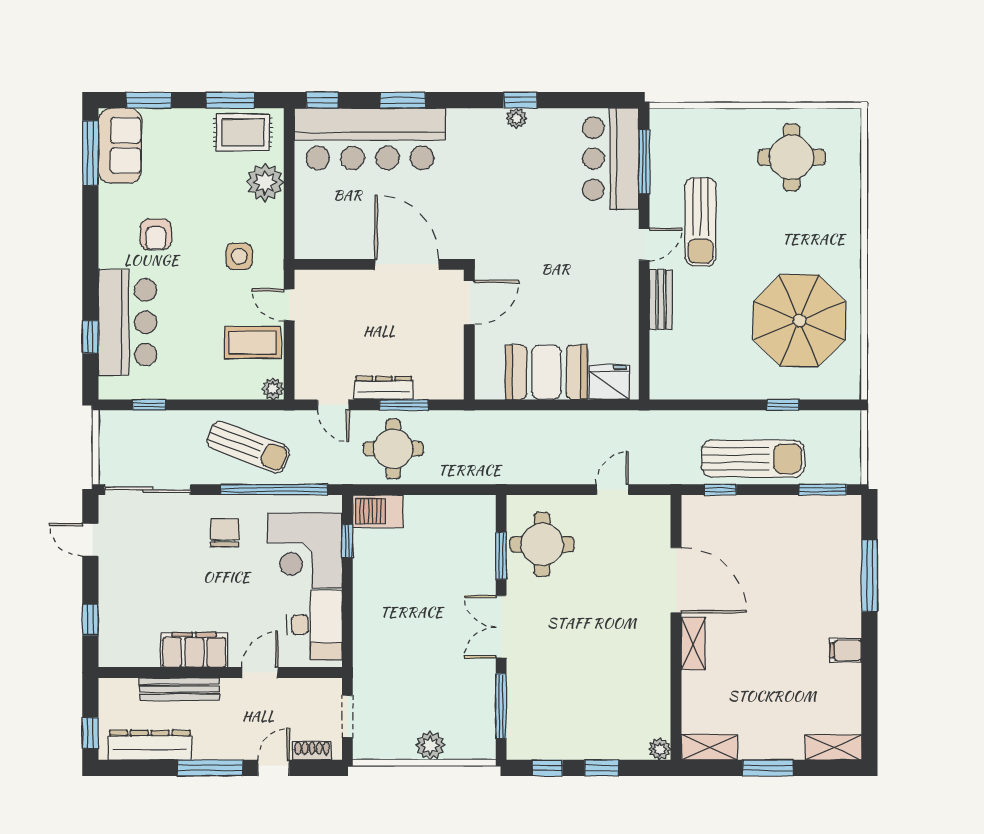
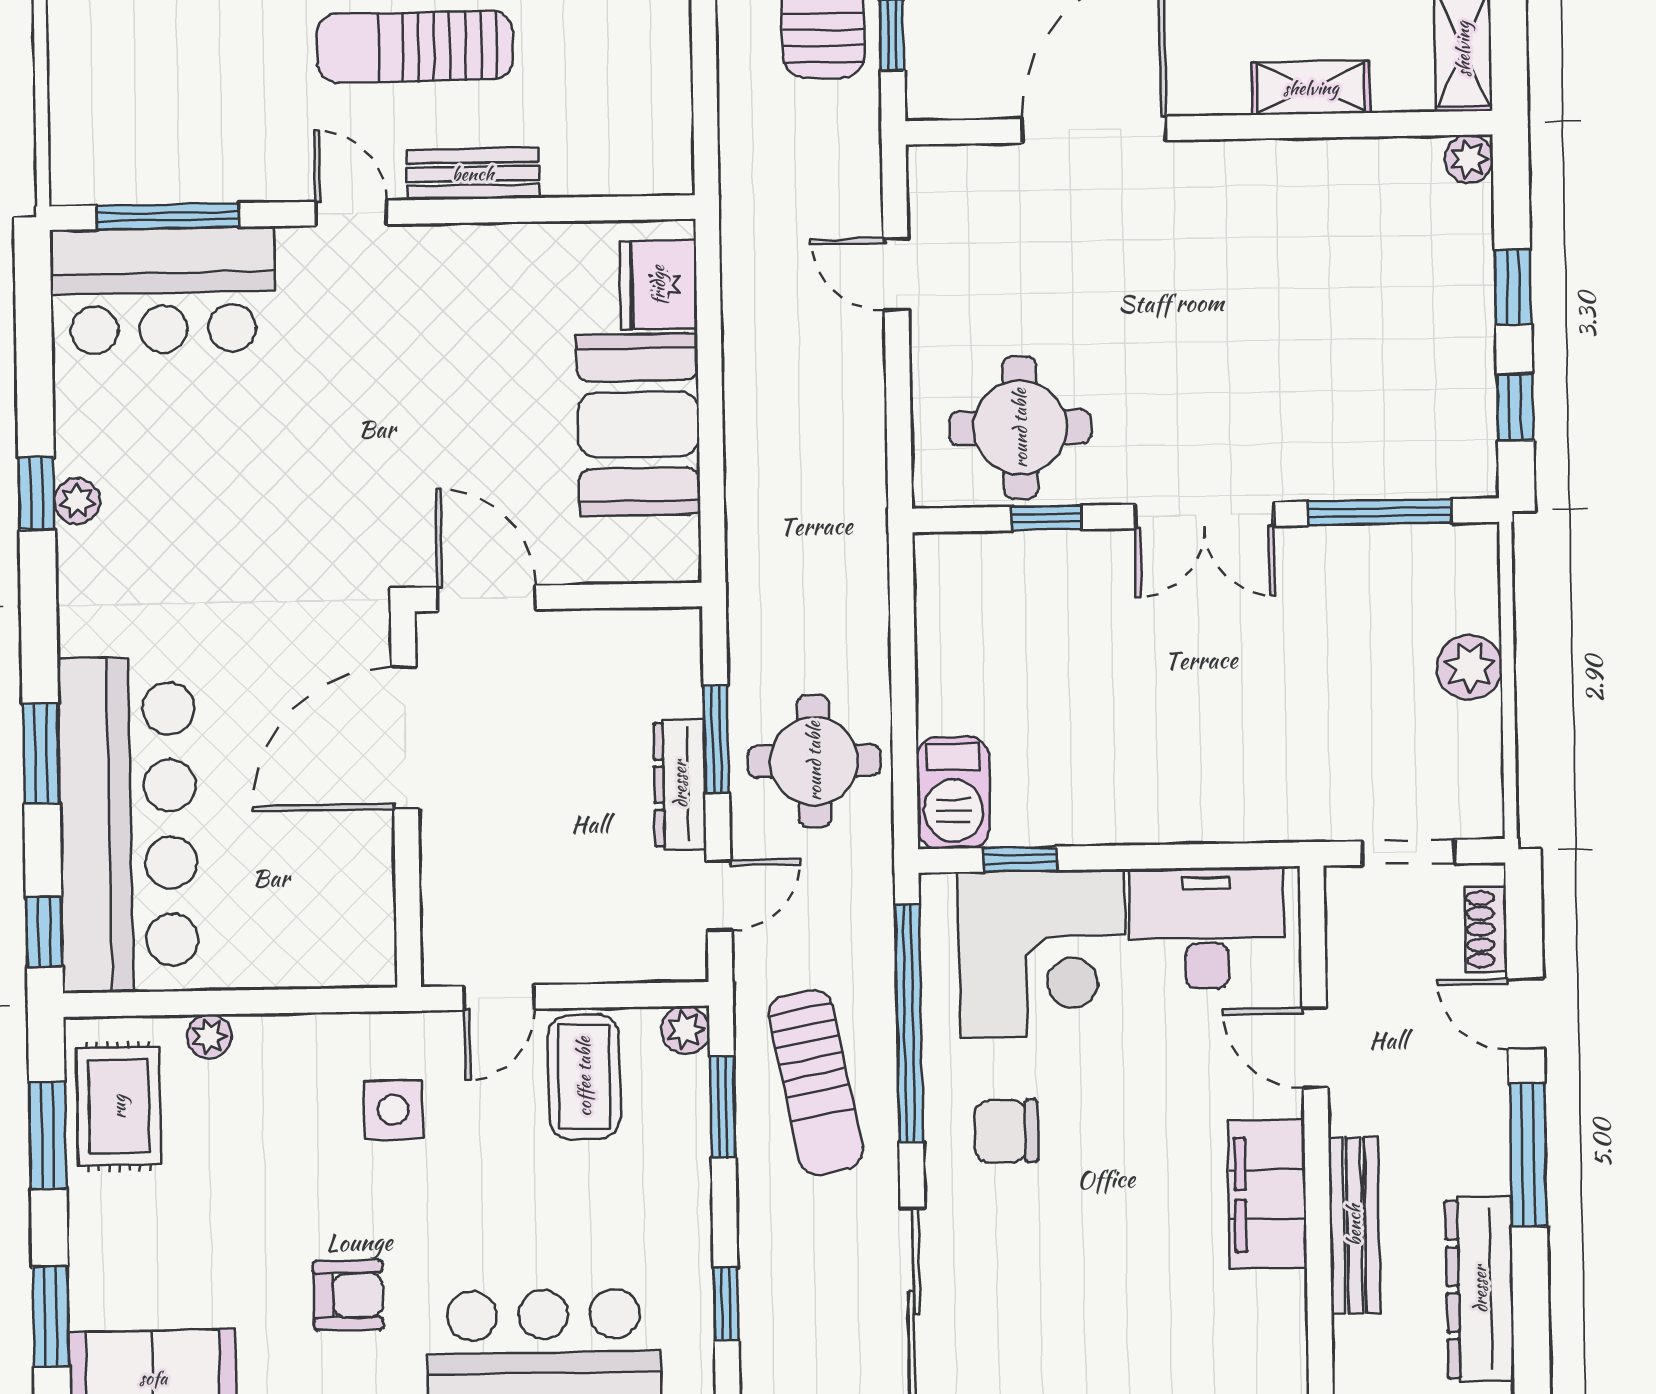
plant: (265, 182) -> (209, 1036), width x0.53, depth x0.53
sun lounger: (700, 222) -> (415, 47), moved, turned 180
window: (238, 405) -> (723, 1107), added
sun lounger: (248, 447) -> (816, 1083), turned 148
window: (501, 556) -> (1047, 518), width x0.67
shelving: (693, 643) -> (1311, 88), moved

